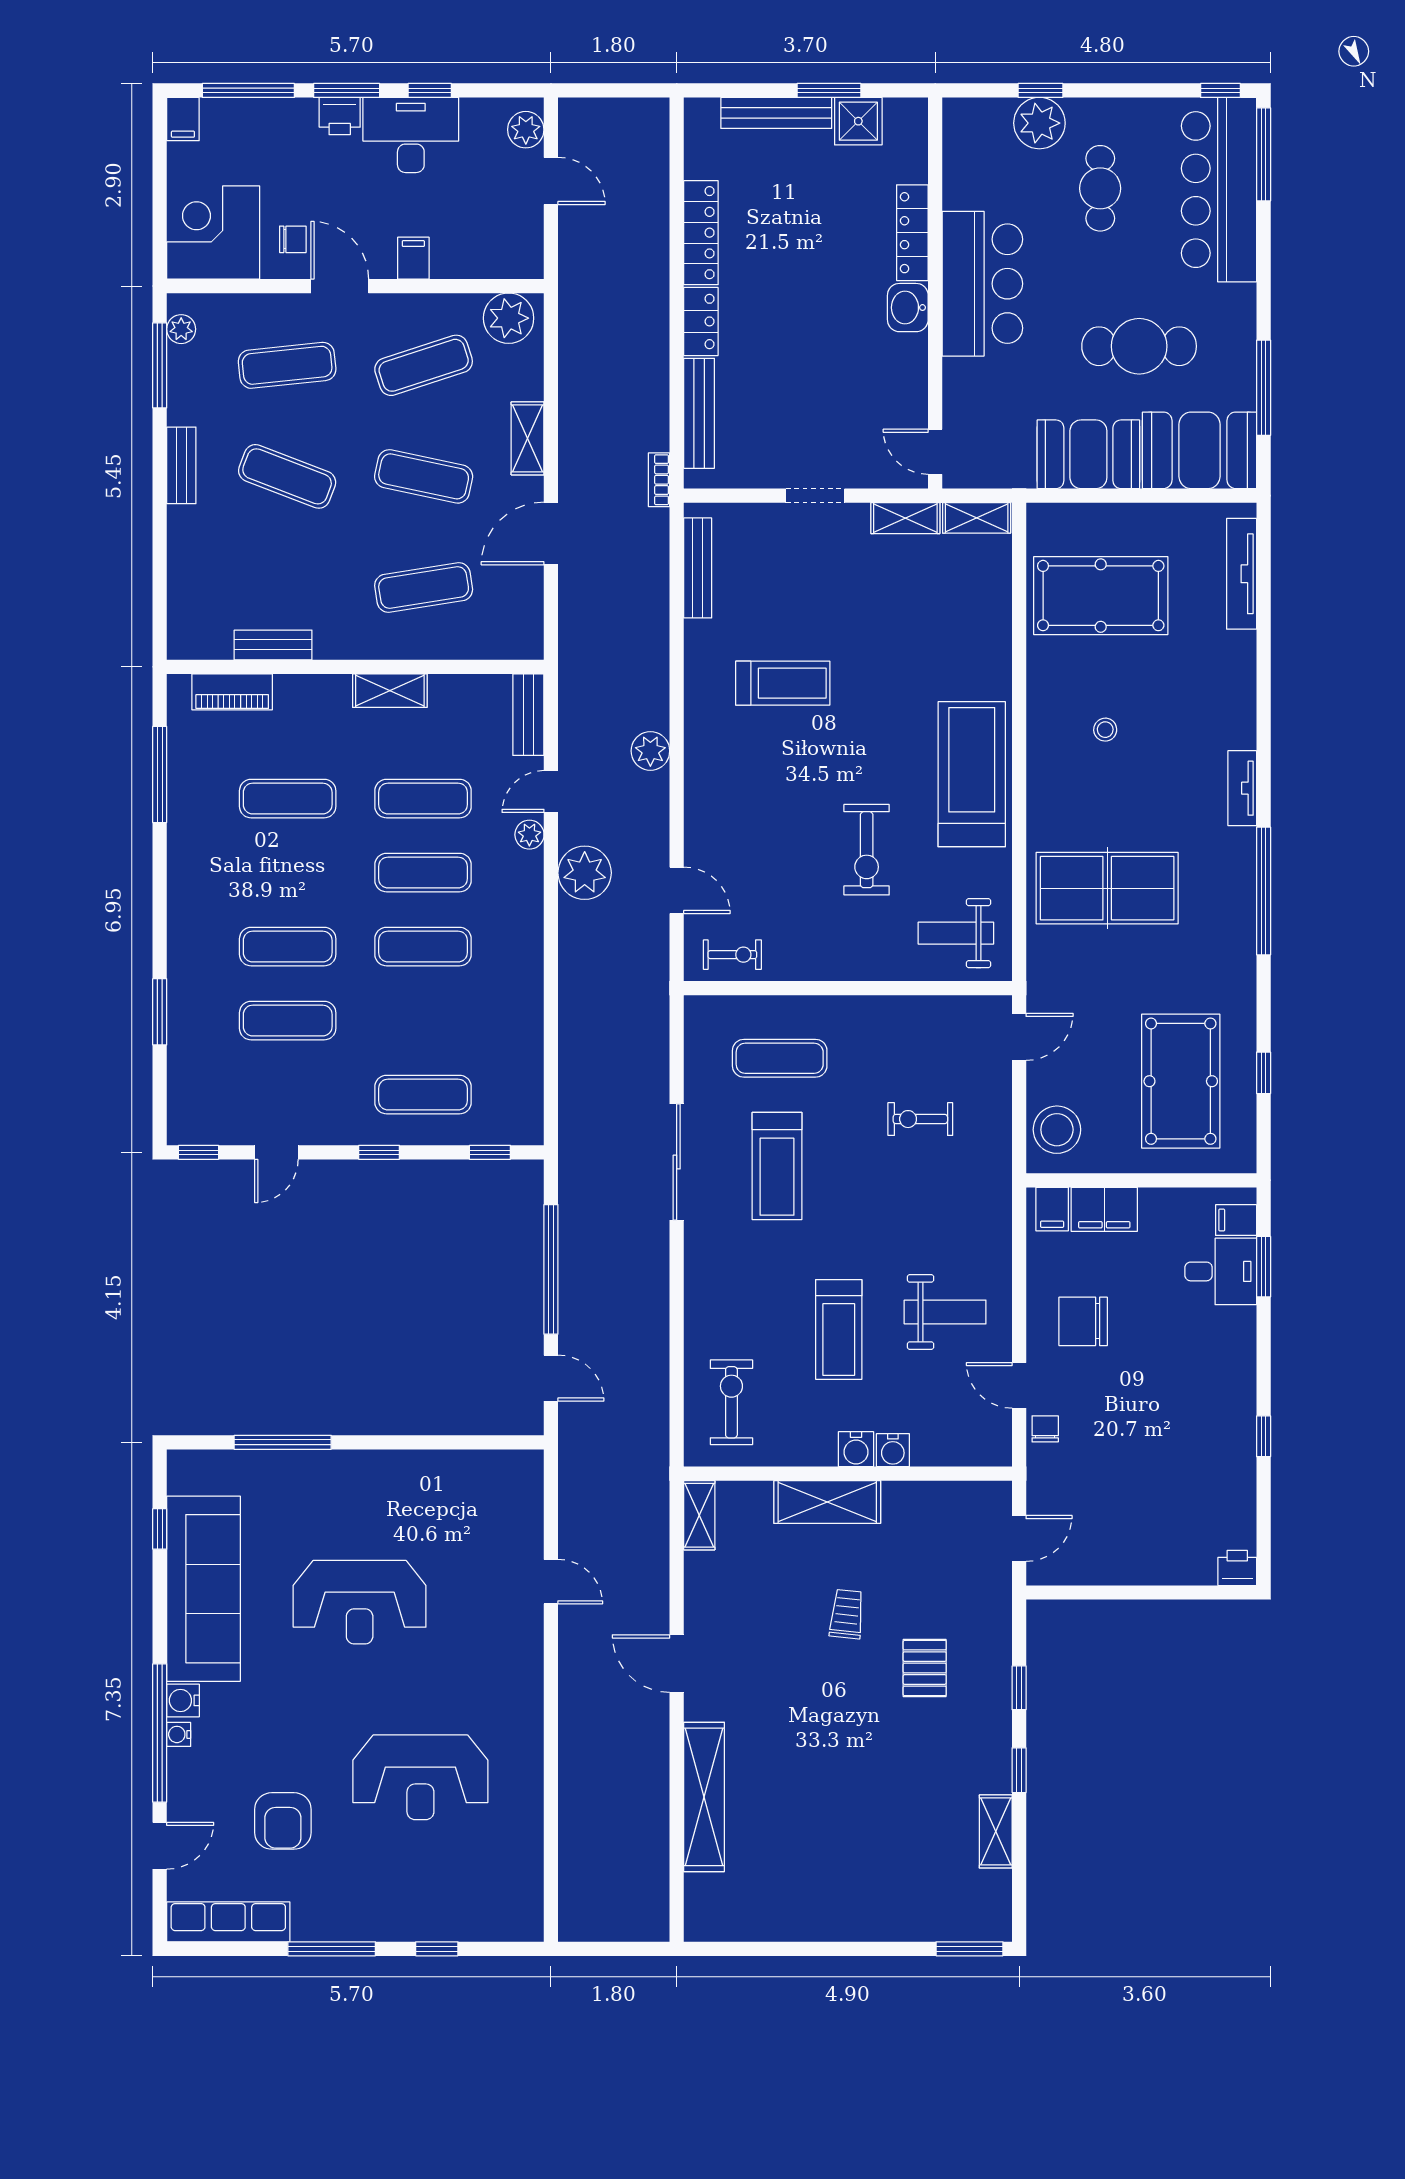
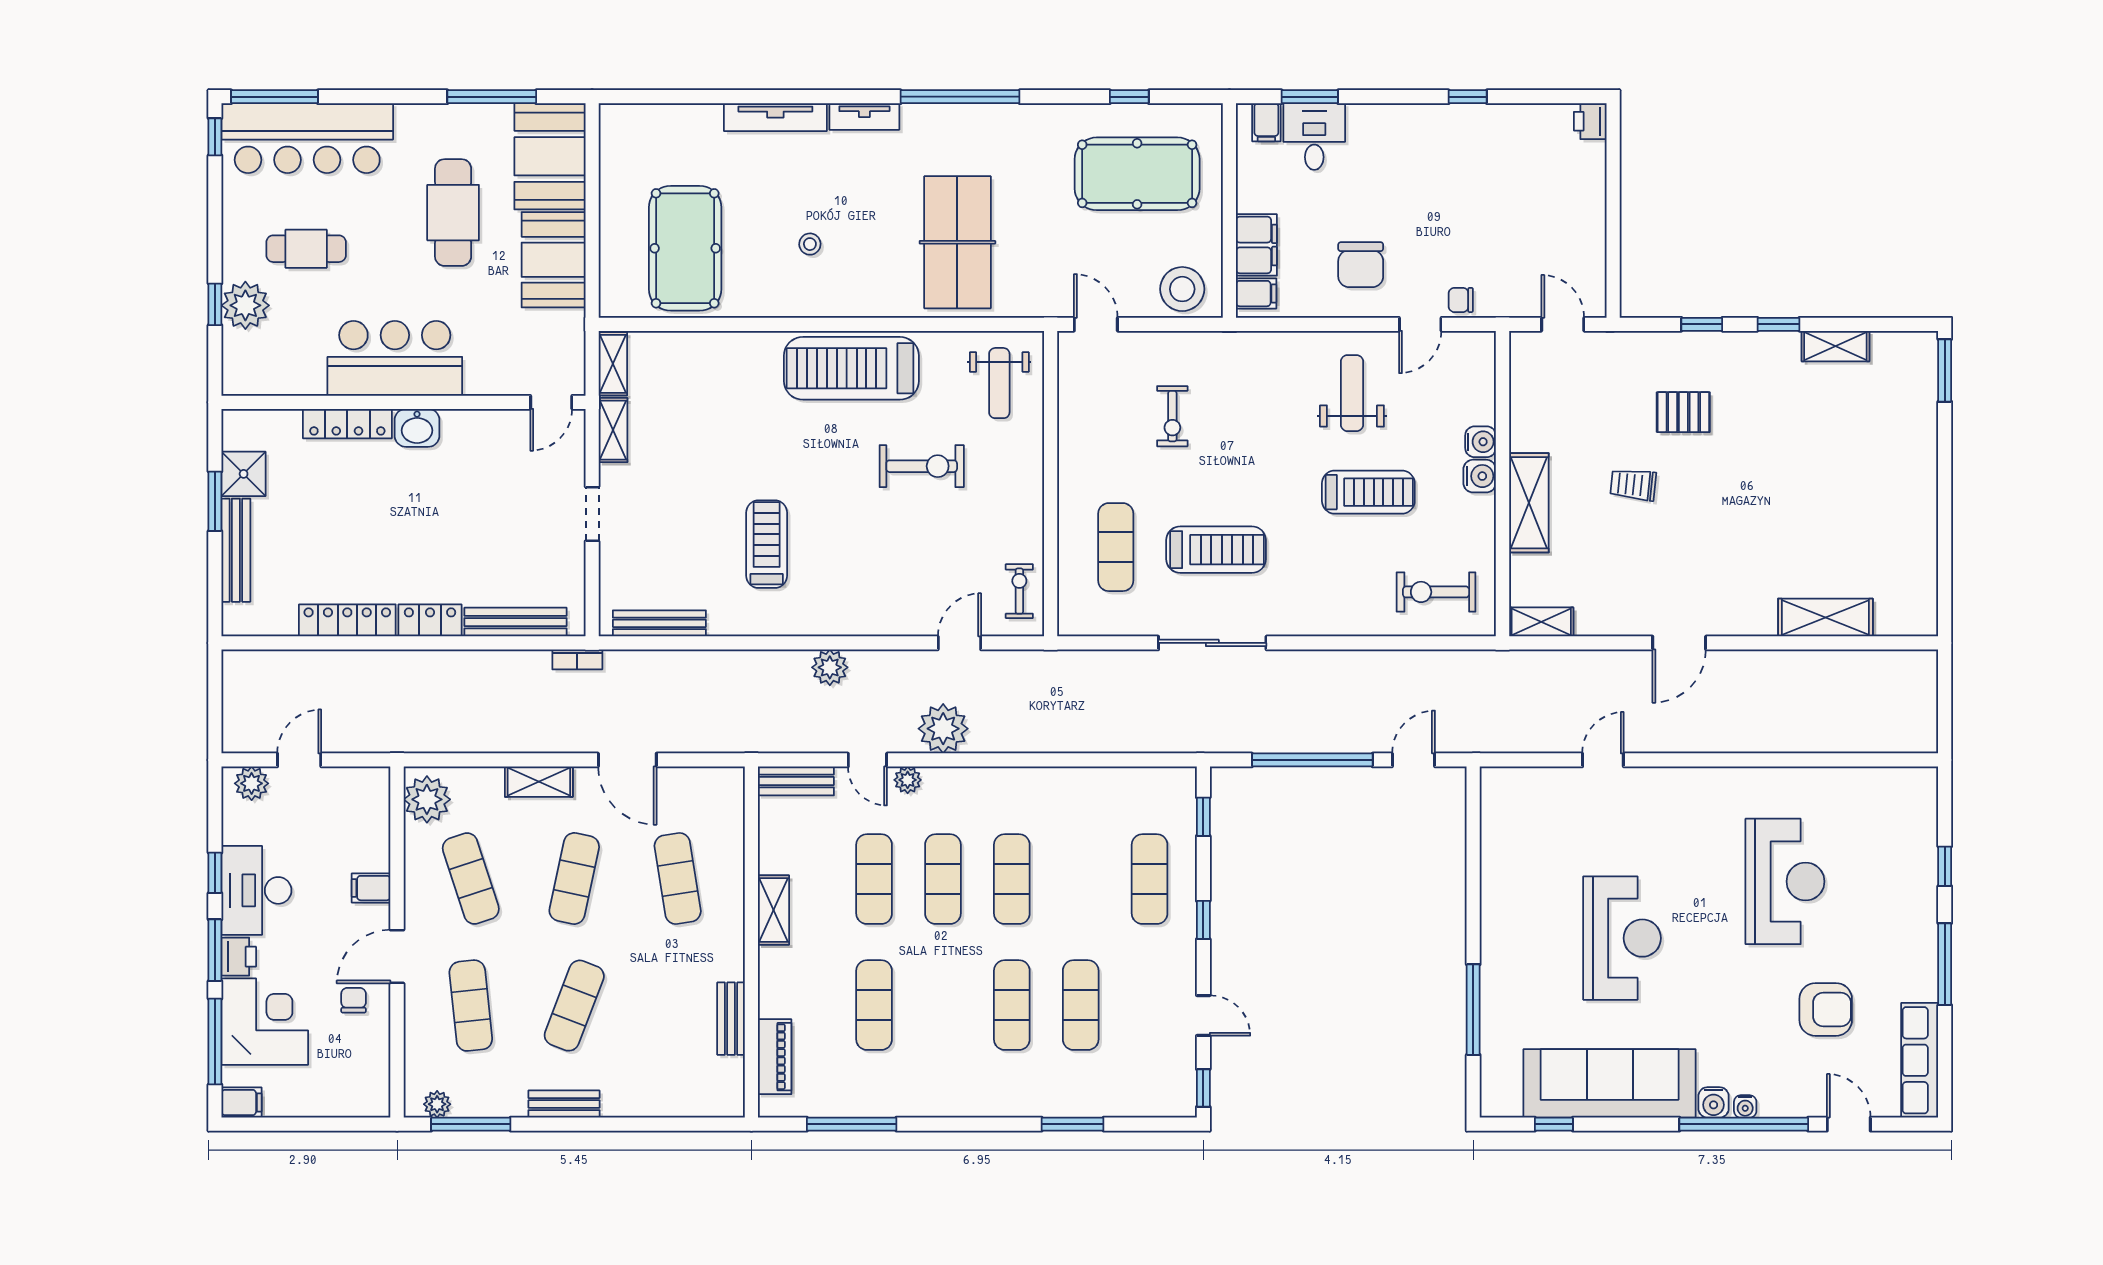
corner desk: (213, 233) -> (265, 1022), moved, turned 180
tv unit: (1242, 574) -> (775, 117), moved
shelving: (704, 1797) -> (1825, 617), width x0.68

